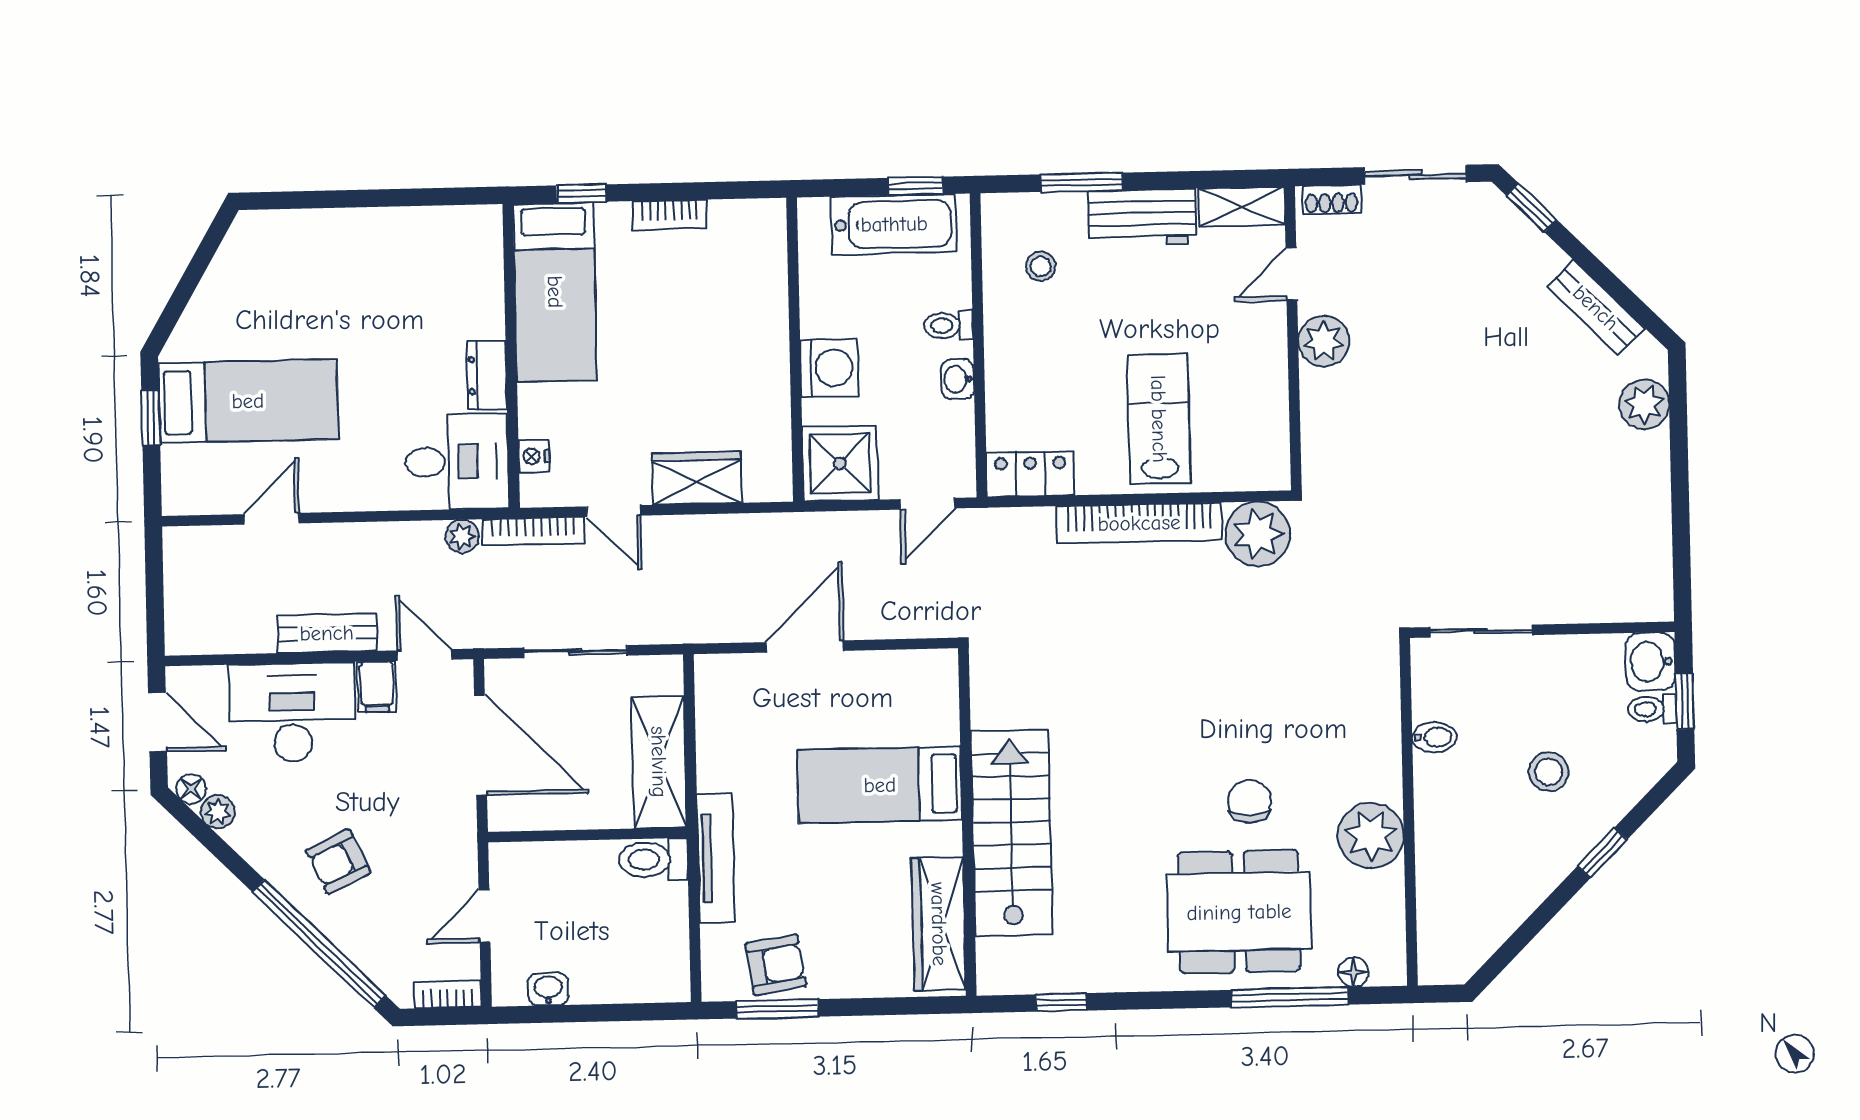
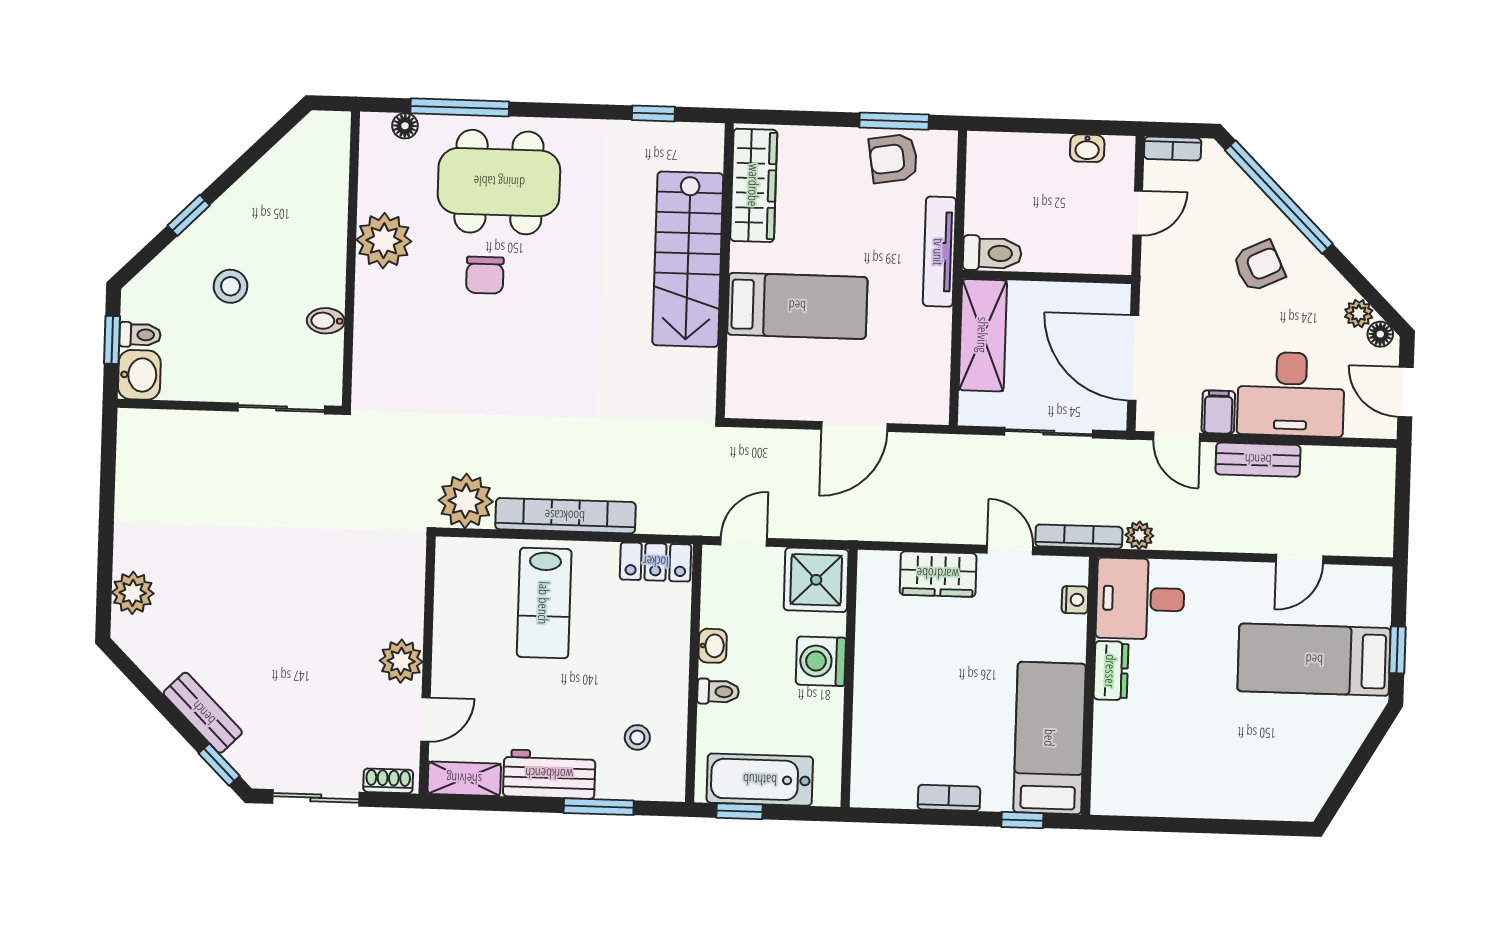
bench: (1596, 308) -> (203, 713), moved

